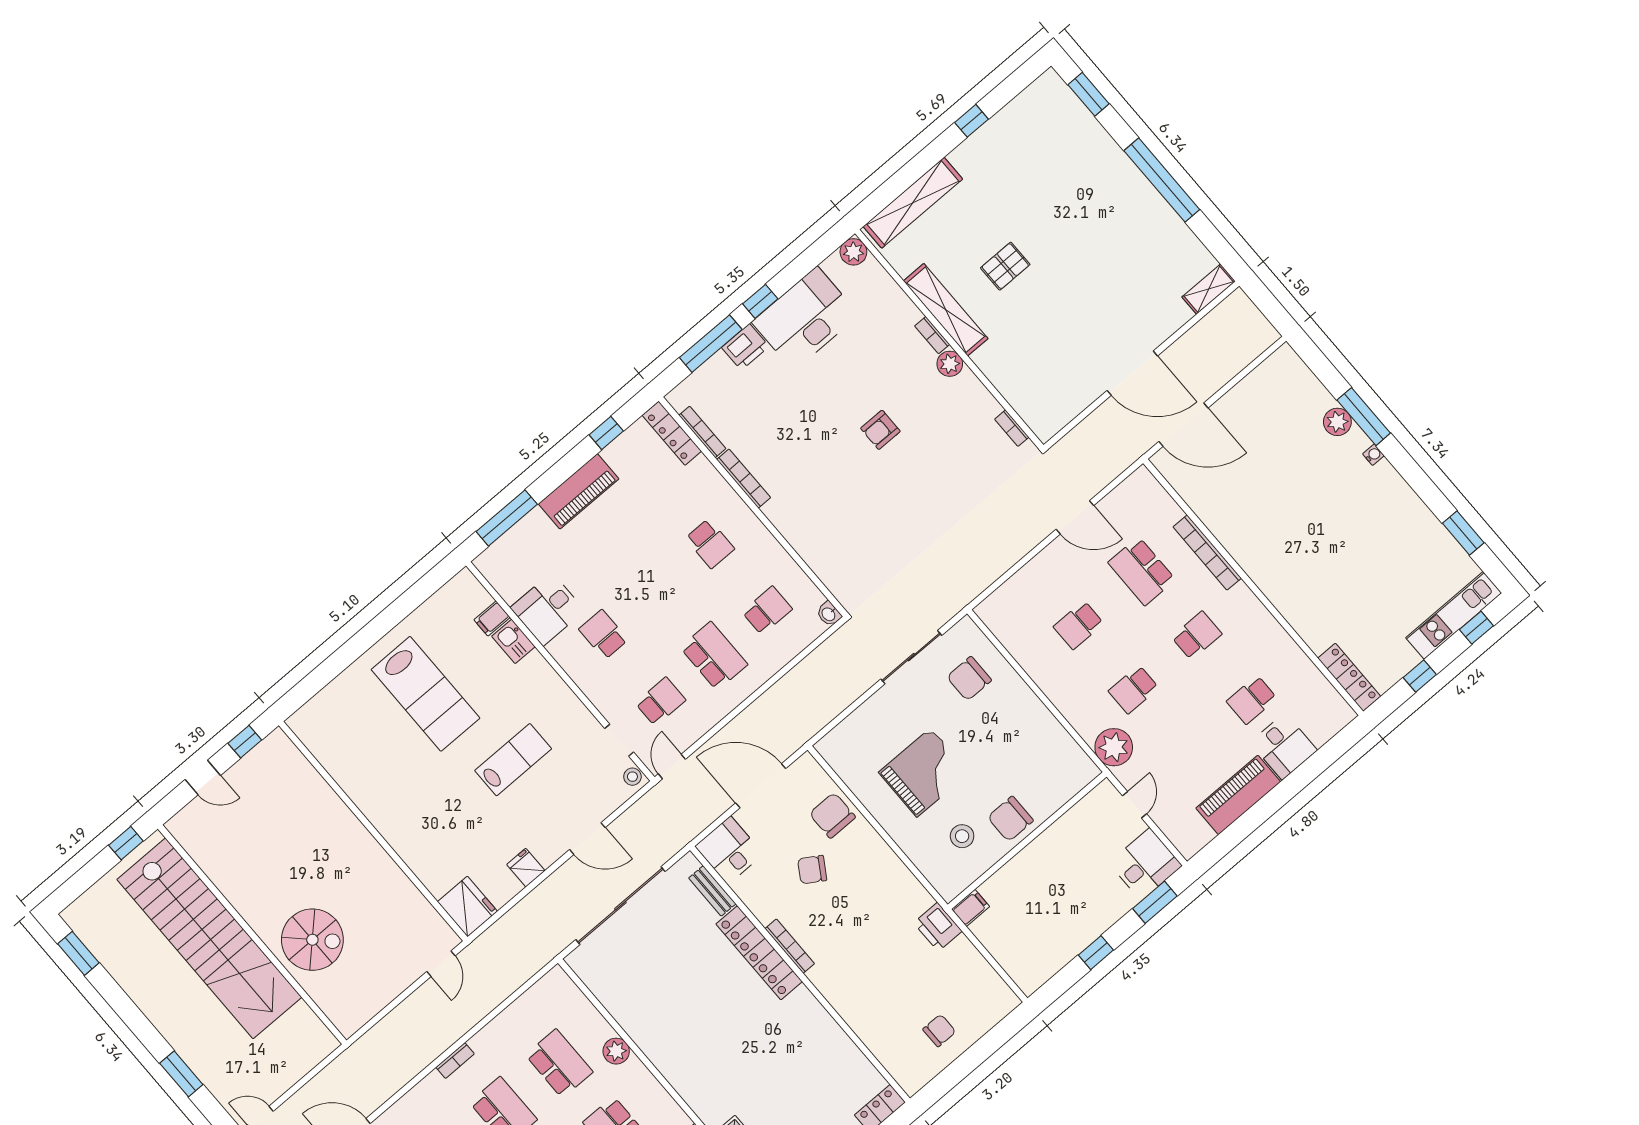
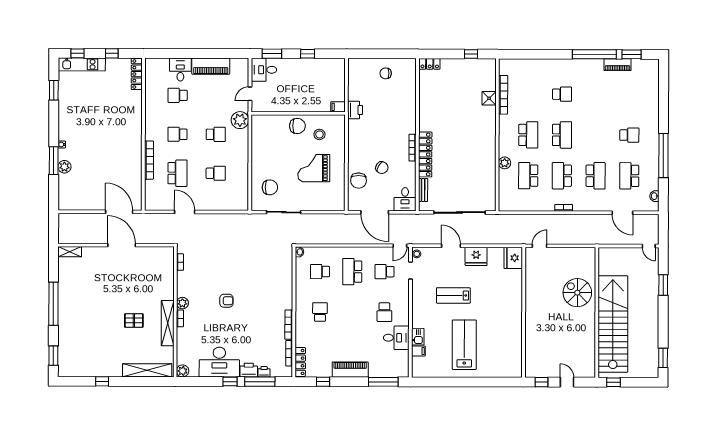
printer: (718, 366) -> (264, 372), added
school desk: (1252, 700) -> (178, 95), turned 180
fridge: (526, 868) -> (476, 256), width x1.88, depth x1.34

